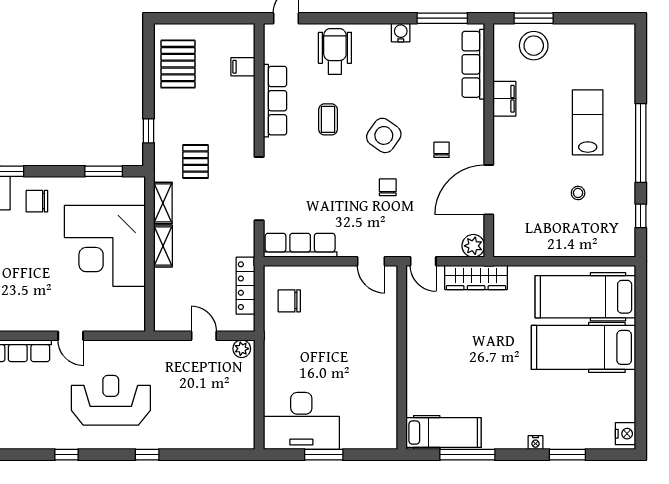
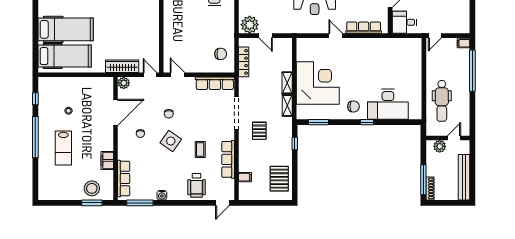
pallet: (196, 161) -> (259, 131), moved
plant: (242, 349) -> (250, 25), width x1.87, depth x1.87

